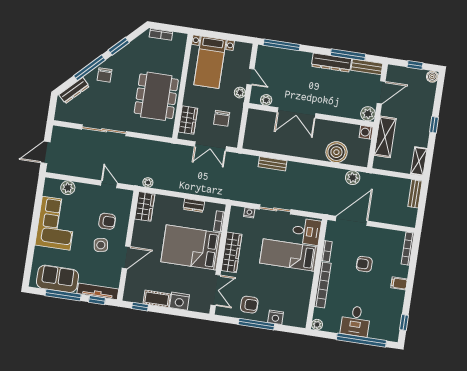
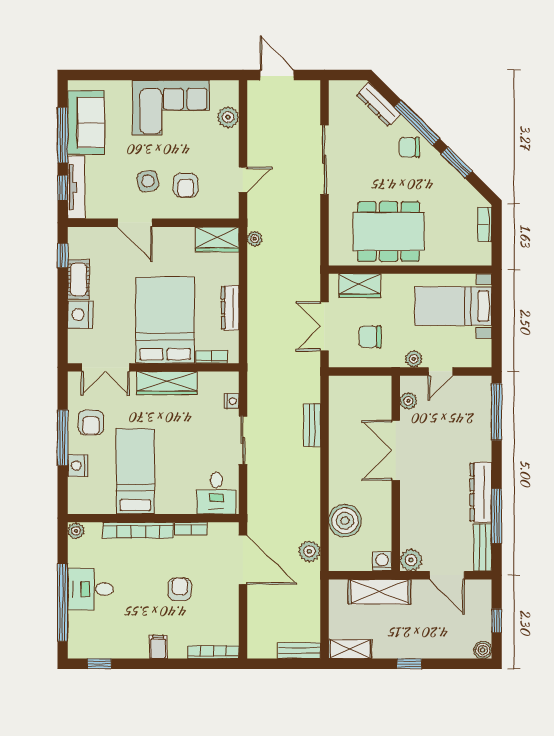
dresser: (194, 205) -> (230, 308), width x1.44
bed: (289, 255) -> (135, 471), moved

